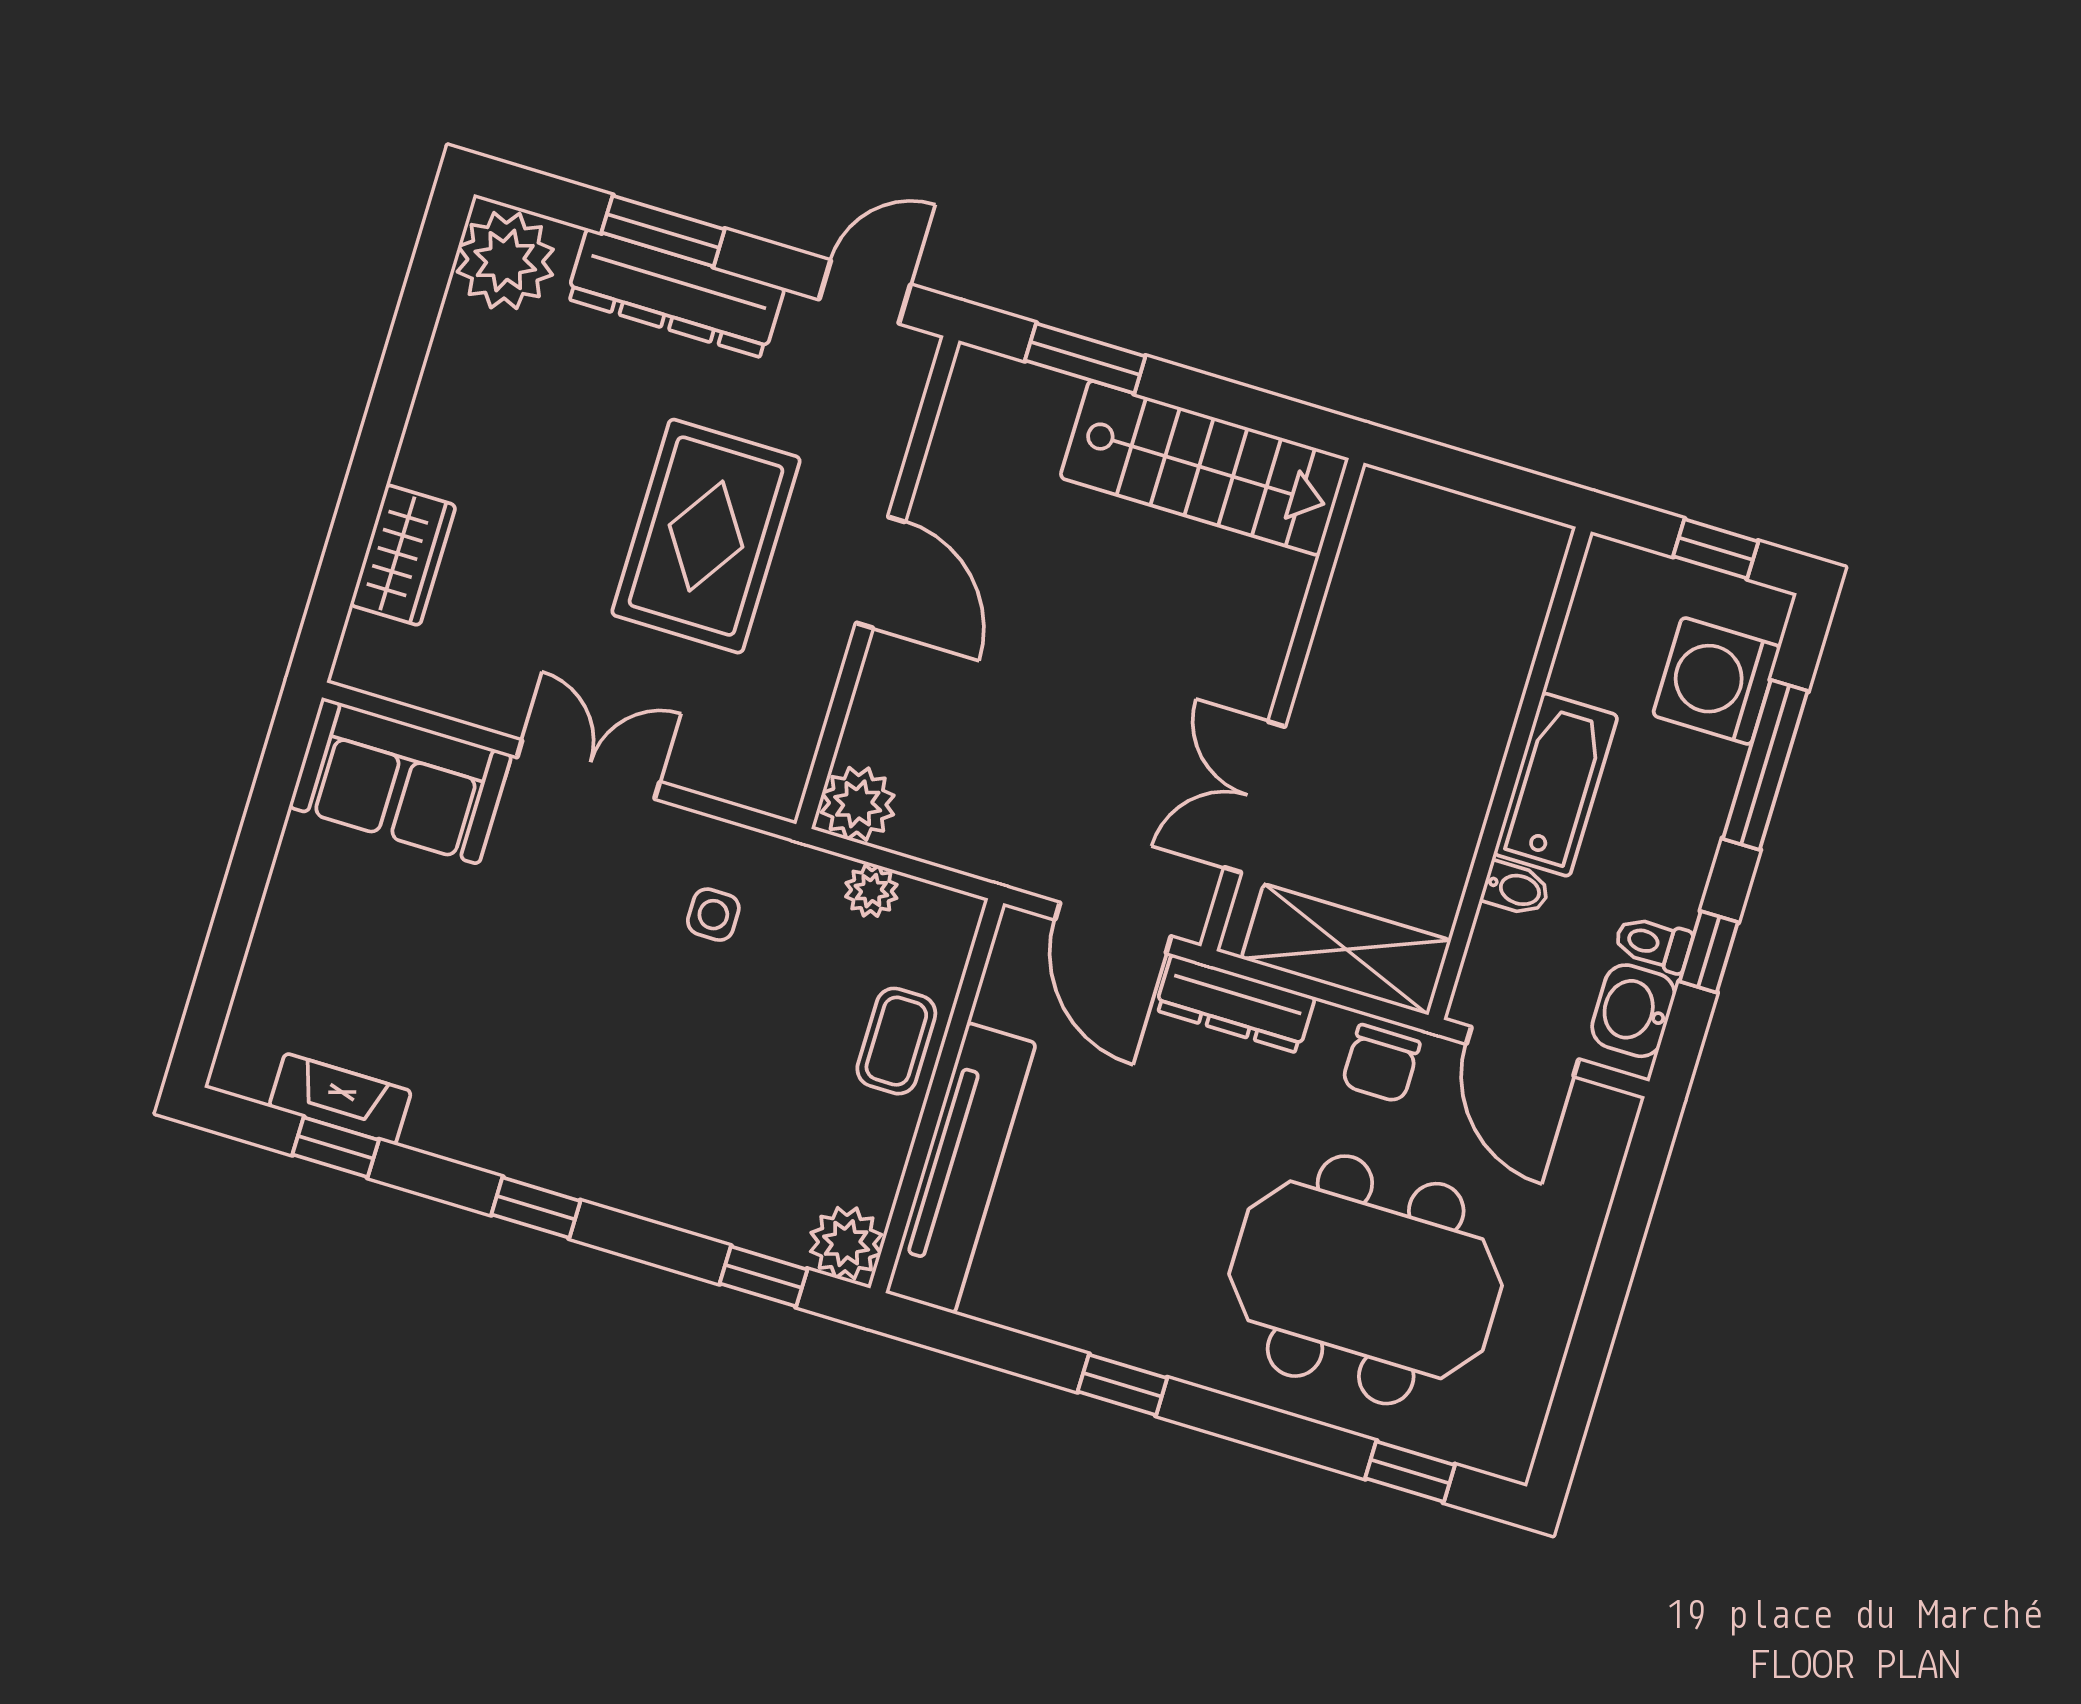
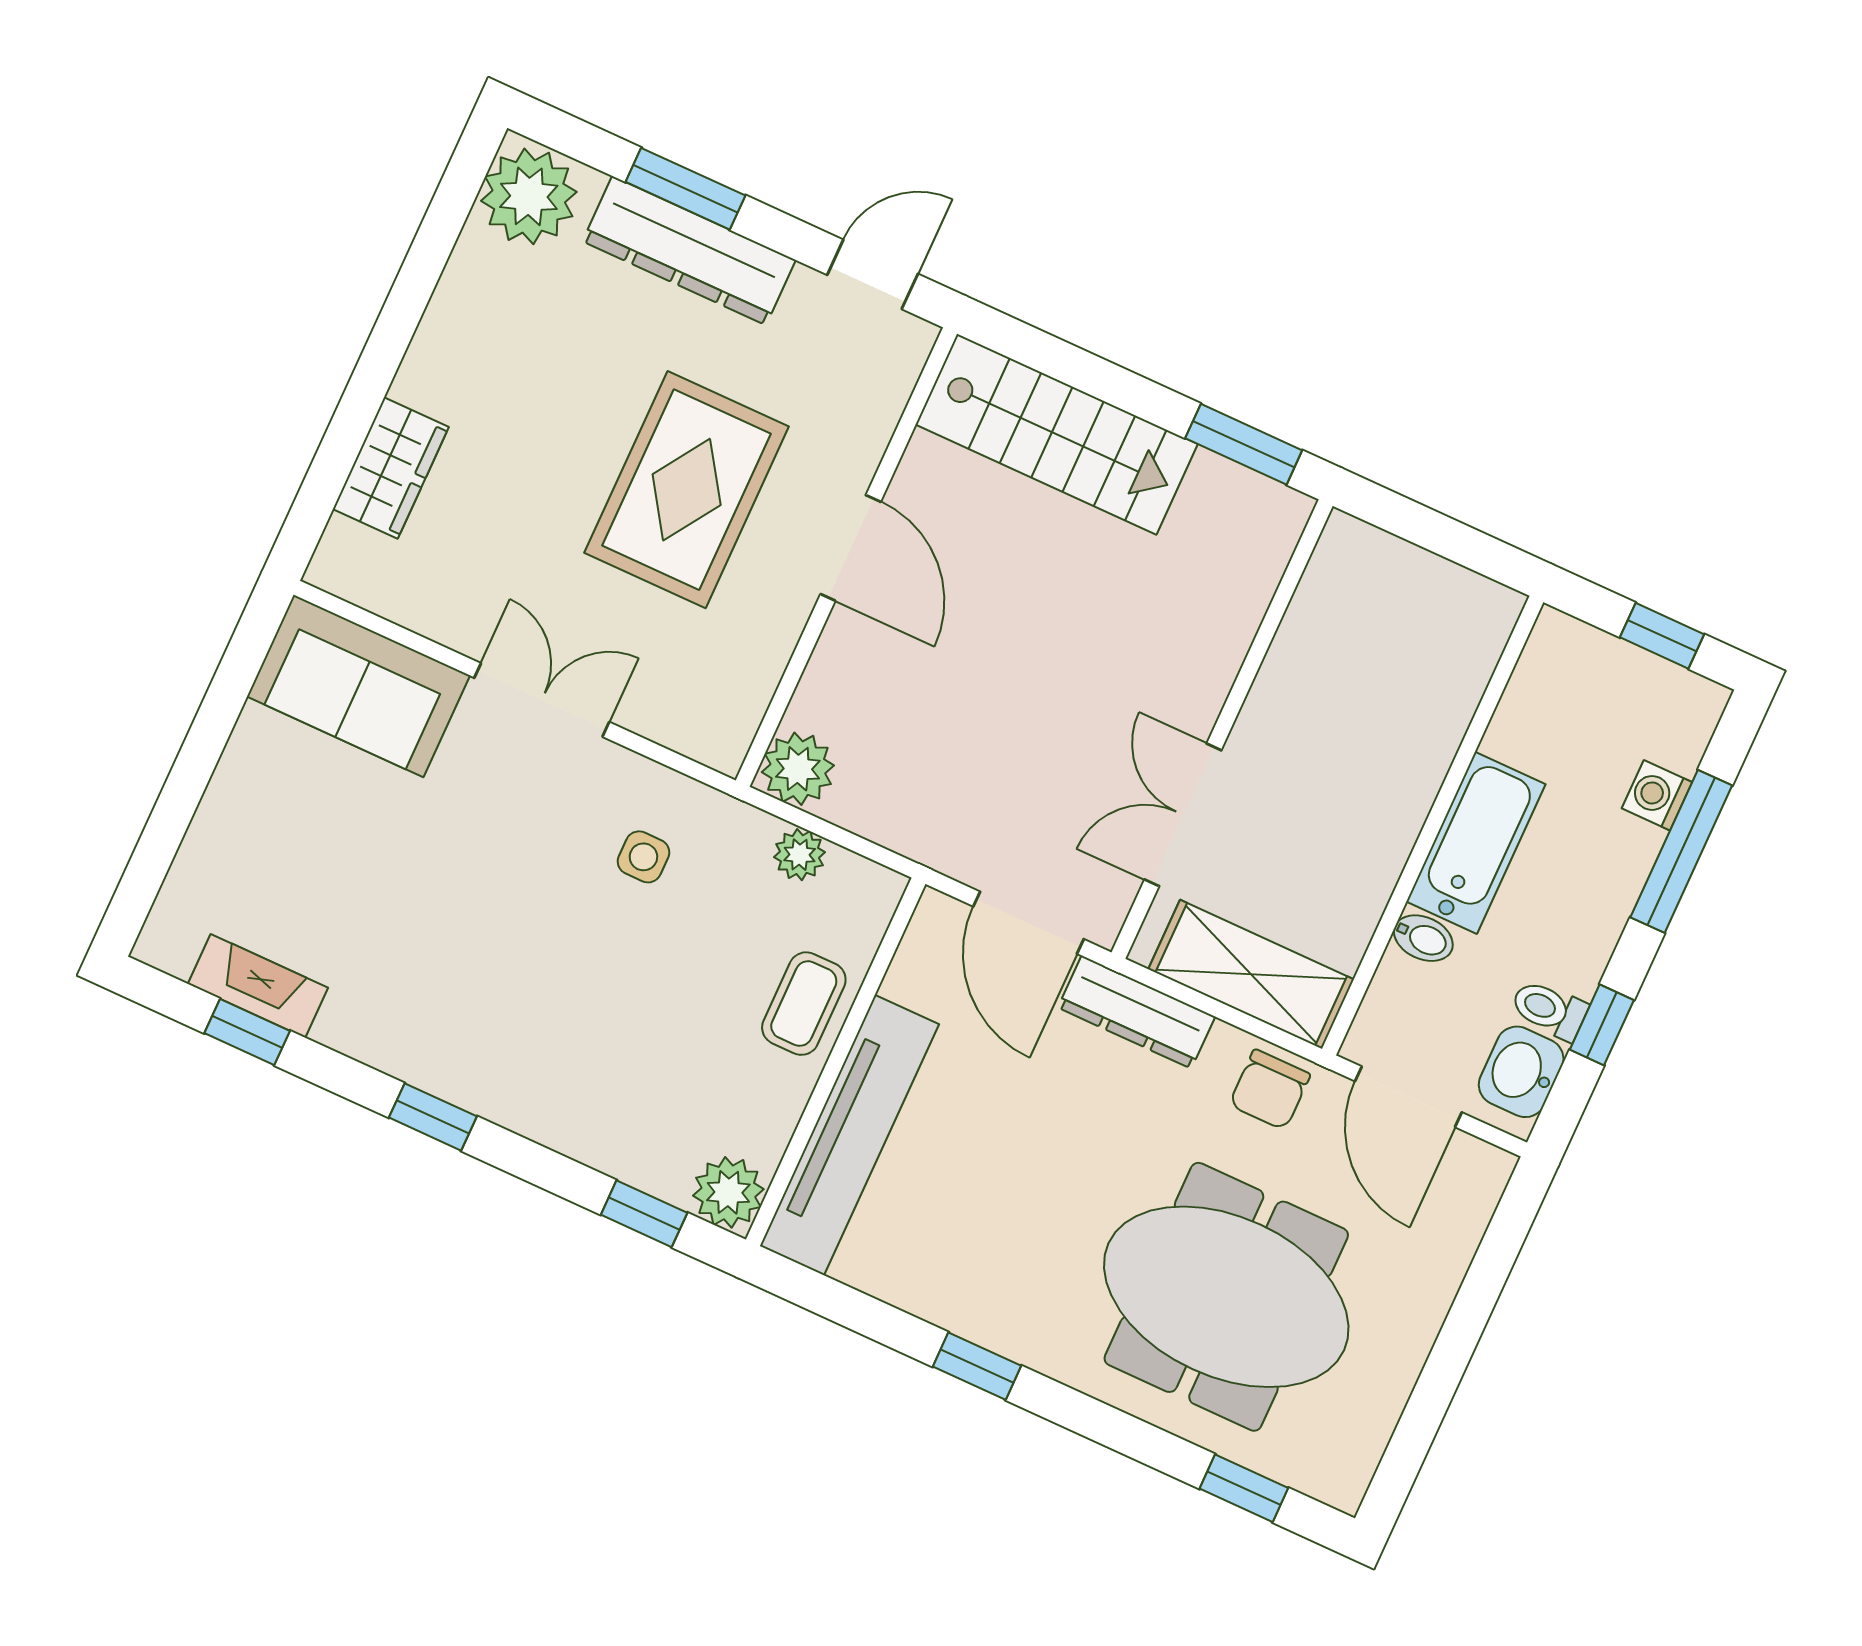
window: (1085, 358) -> (1244, 444), moved
stairs: (1204, 468) -> (1057, 434), moved
washing machine: (1717, 681) -> (1657, 795), width x0.53, depth x0.53

